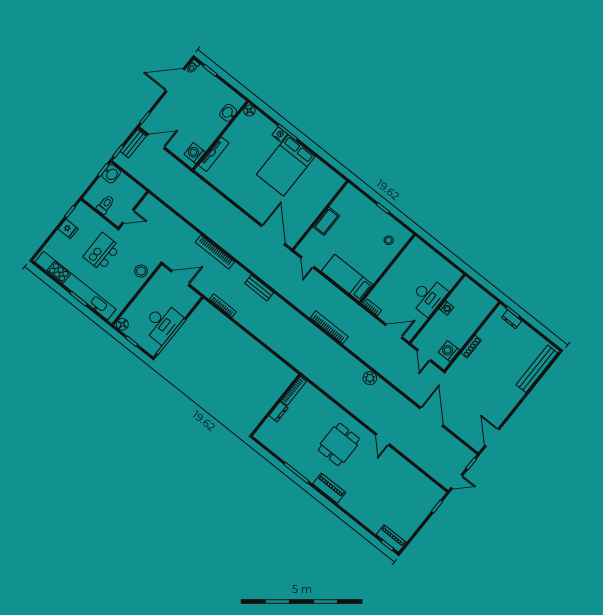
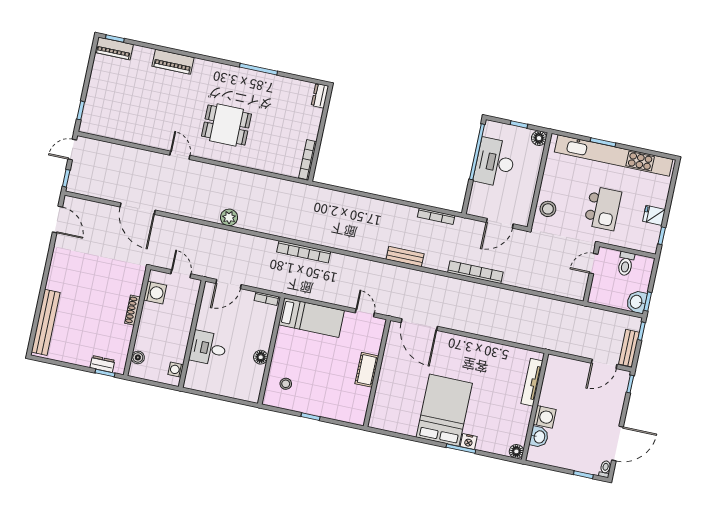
washing machine: (195, 153) -> (545, 417), moved
floor lamp: (397, 268) -> (261, 357), added
desk: (428, 297) -> (208, 348), width x0.73
washing machine: (446, 308) -> (176, 370), moved
boiler: (484, 311) -> (138, 357), added
dresser: (279, 412) -> (320, 96), moved
dining table: (339, 444) -> (226, 125), turned 90
piano: (329, 488) -> (173, 62), moved

